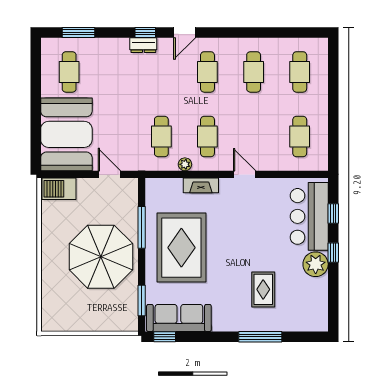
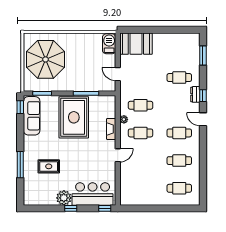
cafe table: (69, 72) -> (179, 78), moved
booth: (66, 134) -> (136, 44), width x0.73, depth x0.70
cafe table: (300, 137) -> (140, 188), removed
door: (109, 174) -> (118, 74), swing flipped
window: (333, 214) -> (105, 208), moved
rug: (181, 248) -> (74, 117), turned 90
parasol: (101, 257) -> (46, 59), moved

